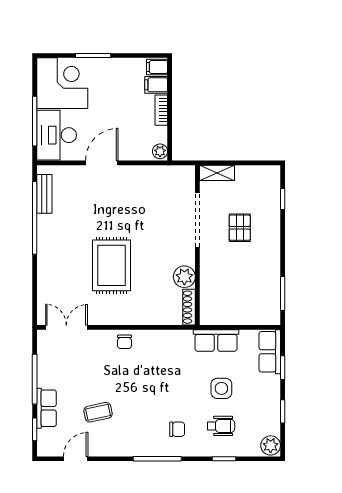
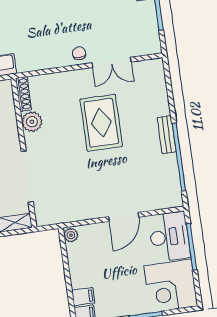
bookcase: (161, 110) -> (75, 274), removed
bench: (44, 194) -> (167, 135), moved
double door: (66, 327) -> (112, 62), moved

